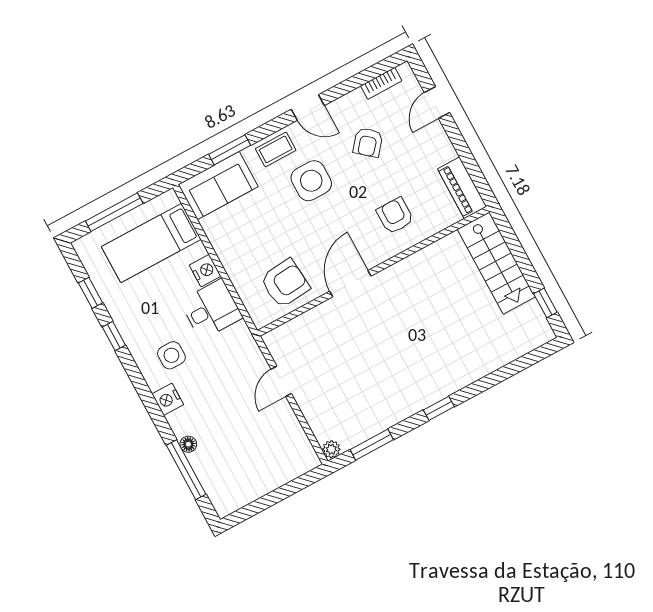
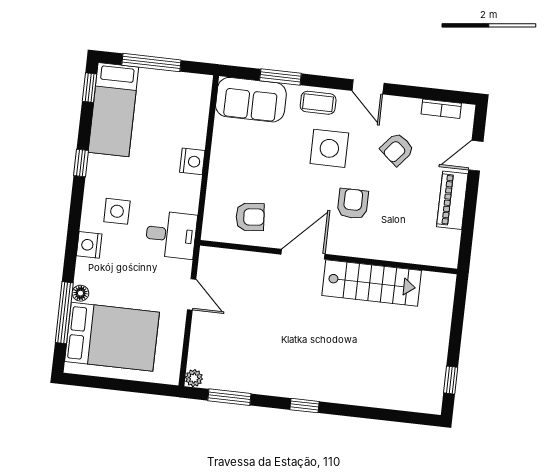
piano: (462, 188) -> (452, 200), moved
armchair: (395, 216) -> (353, 204), moved
bed: (151, 243) -> (113, 110), moved, turned -90
stairs: (496, 263) -> (372, 283), moved, turned -90
armchair: (285, 283) -> (250, 217), width x0.72, depth x0.72
window: (91, 293) -> (89, 88), moved
desk: (211, 309) -> (171, 235), moved
door: (281, 381) -> (192, 294), swing flipped
bed: (240, 462) -> (112, 337), added

